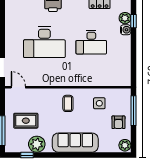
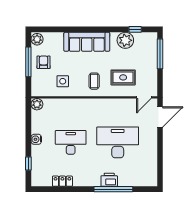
plant: (125, 18) -> (37, 104), moved
water cooler: (126, 30) -> (36, 139), moved
door: (18, 87) -> (144, 97), hinge flipped
window: (133, 111) -> (28, 62), moved
rug: (26, 121) -> (123, 77), moved

